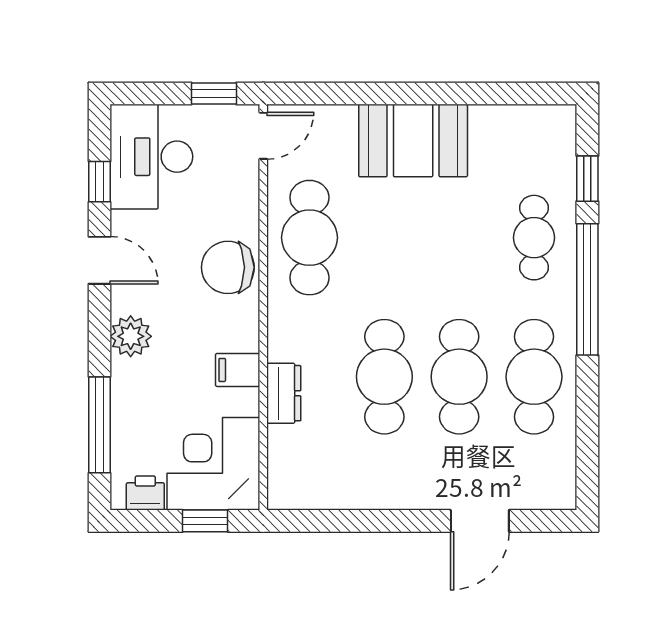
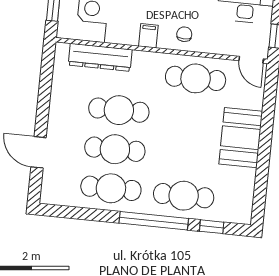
cafe table: (534, 238) -> (184, 196), width x1.37, depth x1.35
chair: (228, 267) -> (184, 34), width x0.54, depth x0.54
filing cabinet: (238, 370) -> (148, 36), moved
dresser: (284, 393) -> (100, 57), width x1.96, depth x1.24

